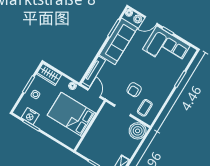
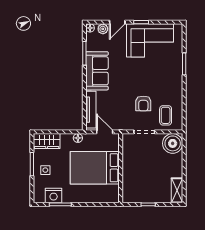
sofa: (118, 41) -> (97, 71), width x0.73

